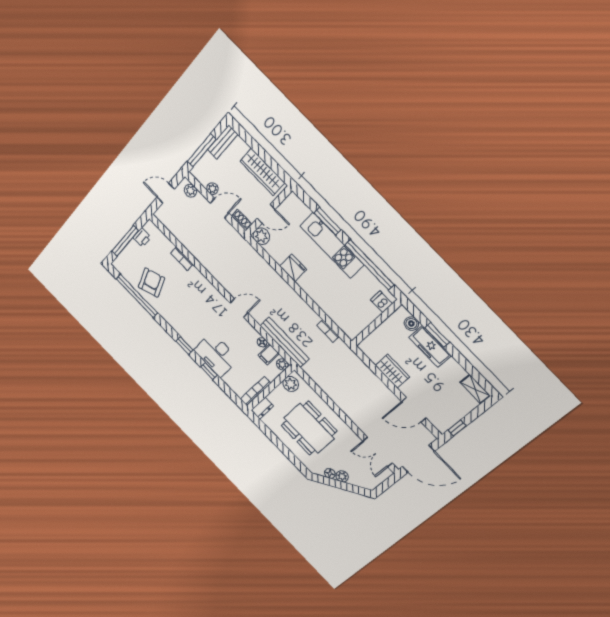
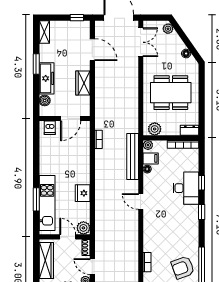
kitchen unit: (332, 245) -> (47, 203), moved
window: (370, 265) -> (36, 154), removed
door: (371, 328) -> (71, 119), added
window: (437, 335) -> (36, 64), moved
dining table: (309, 428) -> (171, 93), turned 90
plant: (342, 476) -> (168, 29), moved

